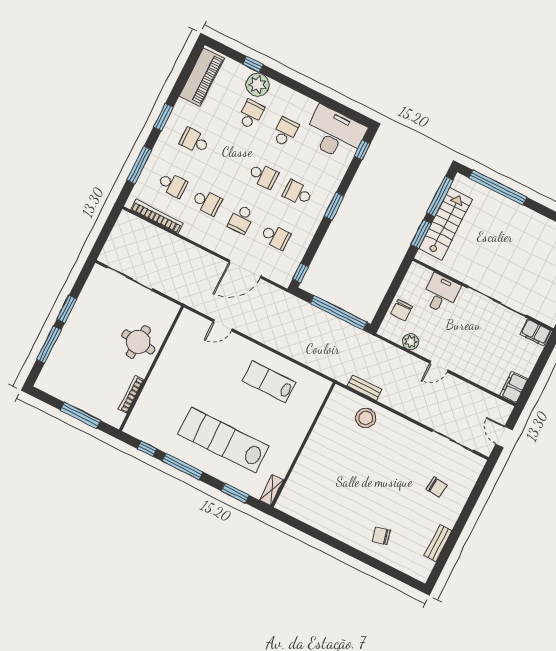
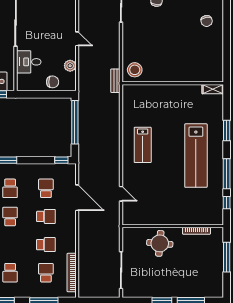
school desk: (207, 202) -> (46, 245), turned 90
wall: (303, 445) -> (173, 83), moved
shelving: (271, 490) -> (213, 89), moved

